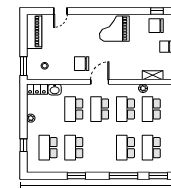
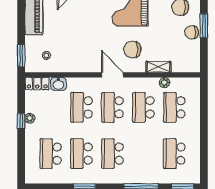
chair: (82, 64) -> (132, 50), moved
shelving: (153, 75) -> (158, 67), moved
door: (100, 82) -> (112, 75), hinge flipped
window: (23, 145) -> (21, 121), moved
school desk: (125, 148) -> (112, 154), moved

